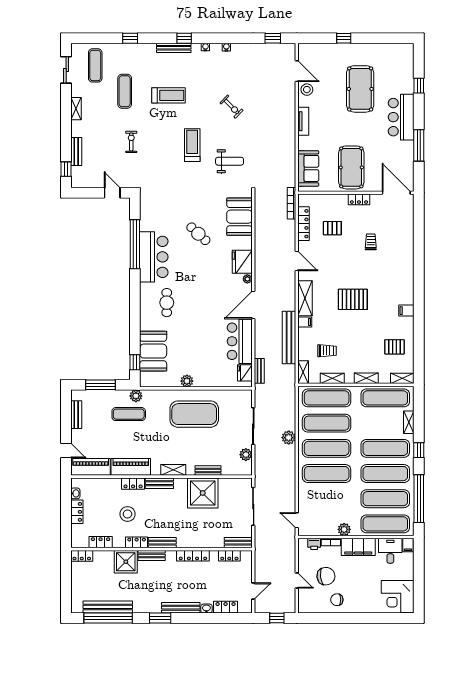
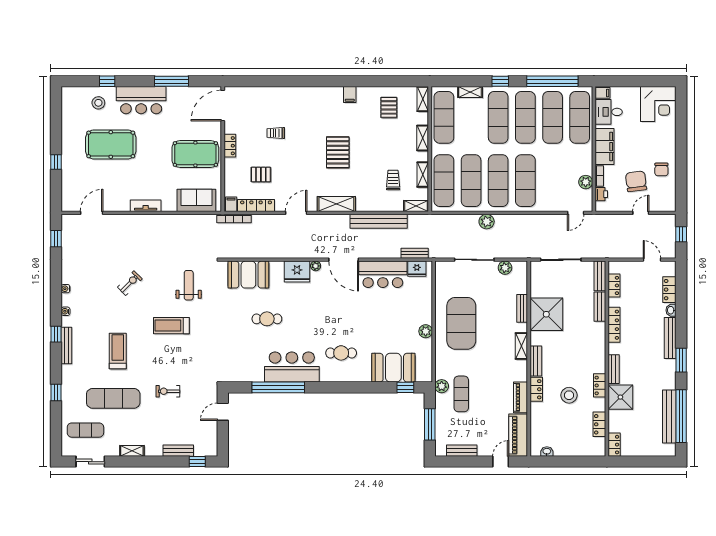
stool: (307, 90) -> (98, 103), moved
exercise mat: (125, 91) -> (113, 398), width x1.36, depth x1.45
pallet: (332, 228) -> (261, 174), turned 90
cafe table: (198, 234) -> (267, 319), turned 47
filing cabinet: (305, 322) -> (231, 204), moved
piano: (131, 467) -> (520, 397), width x0.73, depth x0.75
locker: (77, 512) -> (567, 450), removed
plant: (344, 529) -> (586, 182), moved
bench: (162, 543) -> (600, 307), moved

